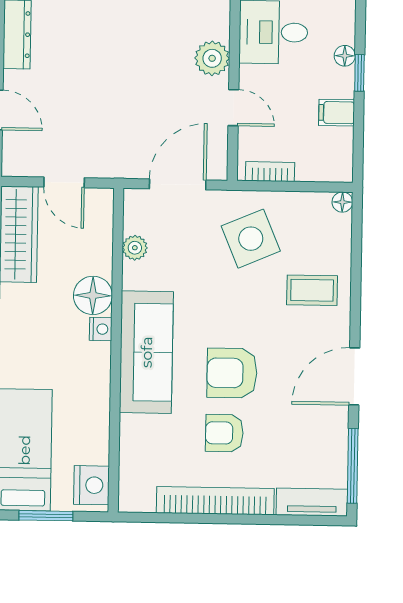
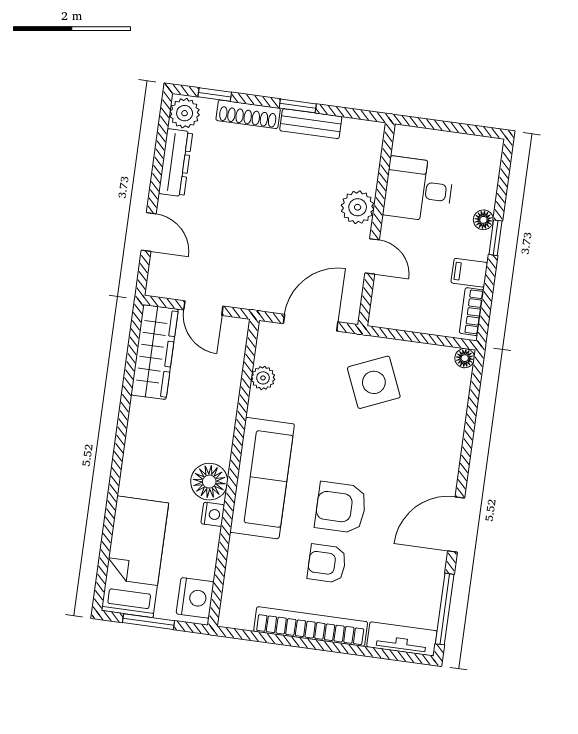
bookcase: (270, 172) -> (472, 312), moved, turned -90
coffee table: (312, 290) -> (426, 438), removed
floor lamp: (93, 295) -> (209, 482), moved
nightstand: (101, 329) -> (213, 514), moved

